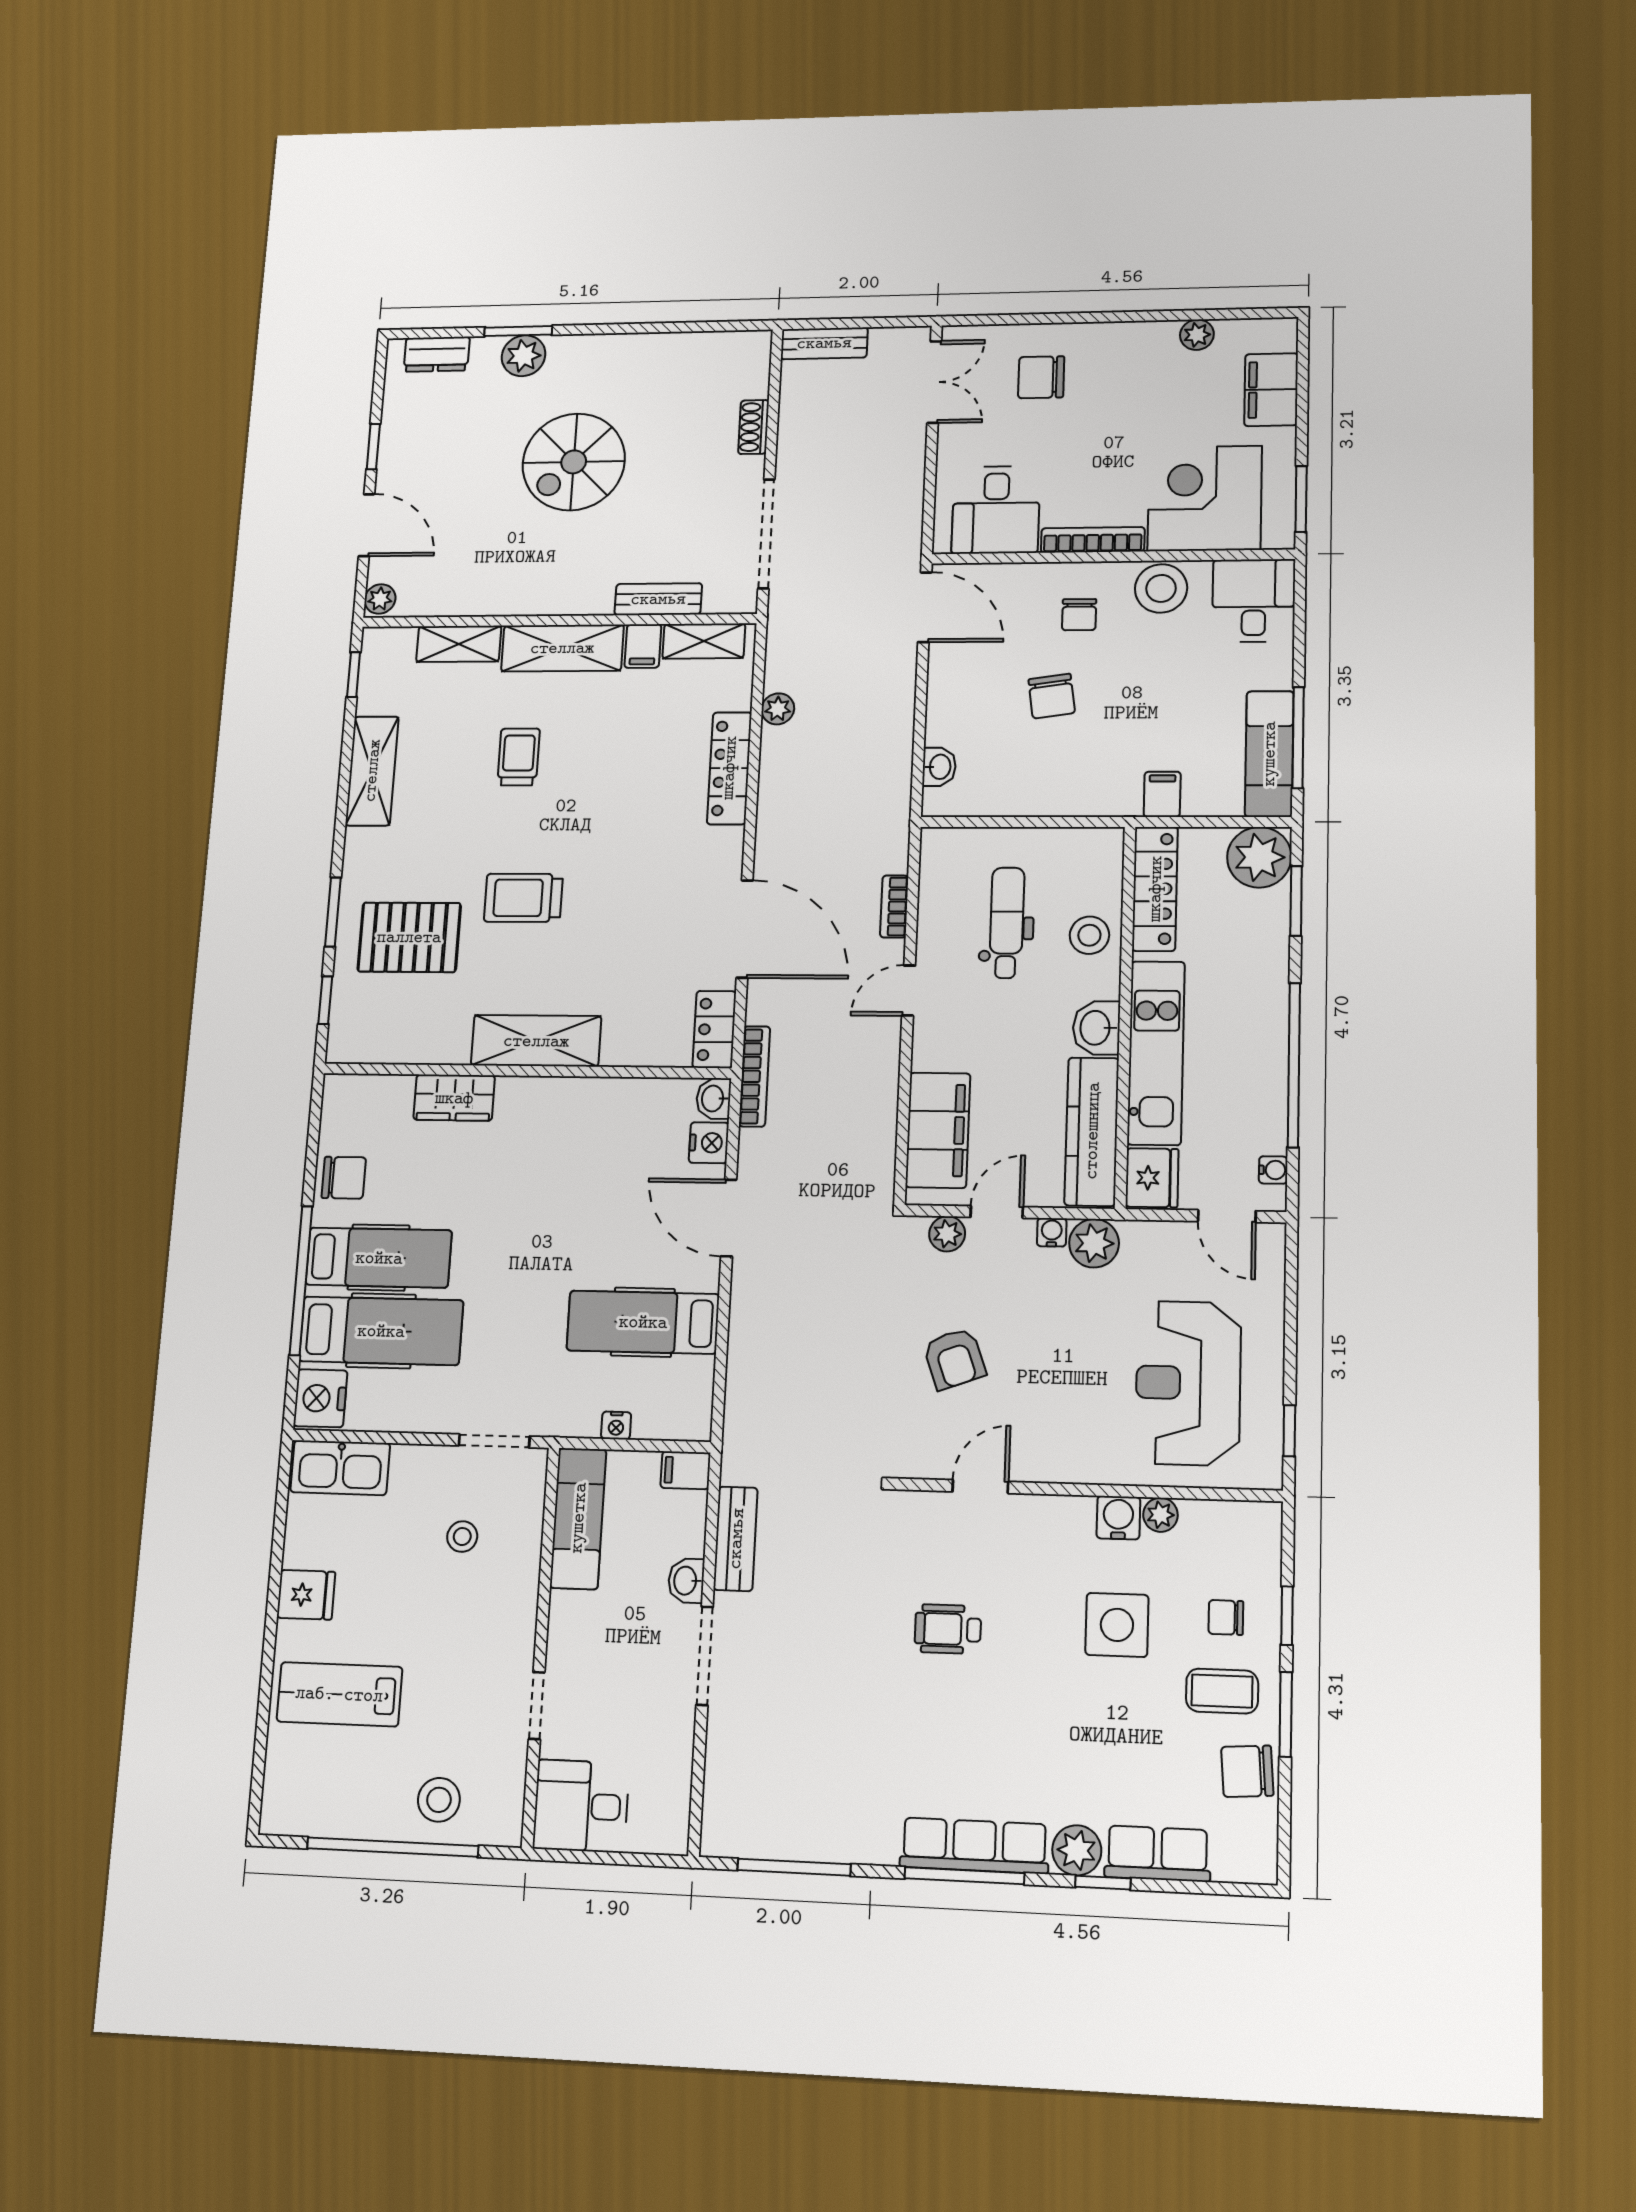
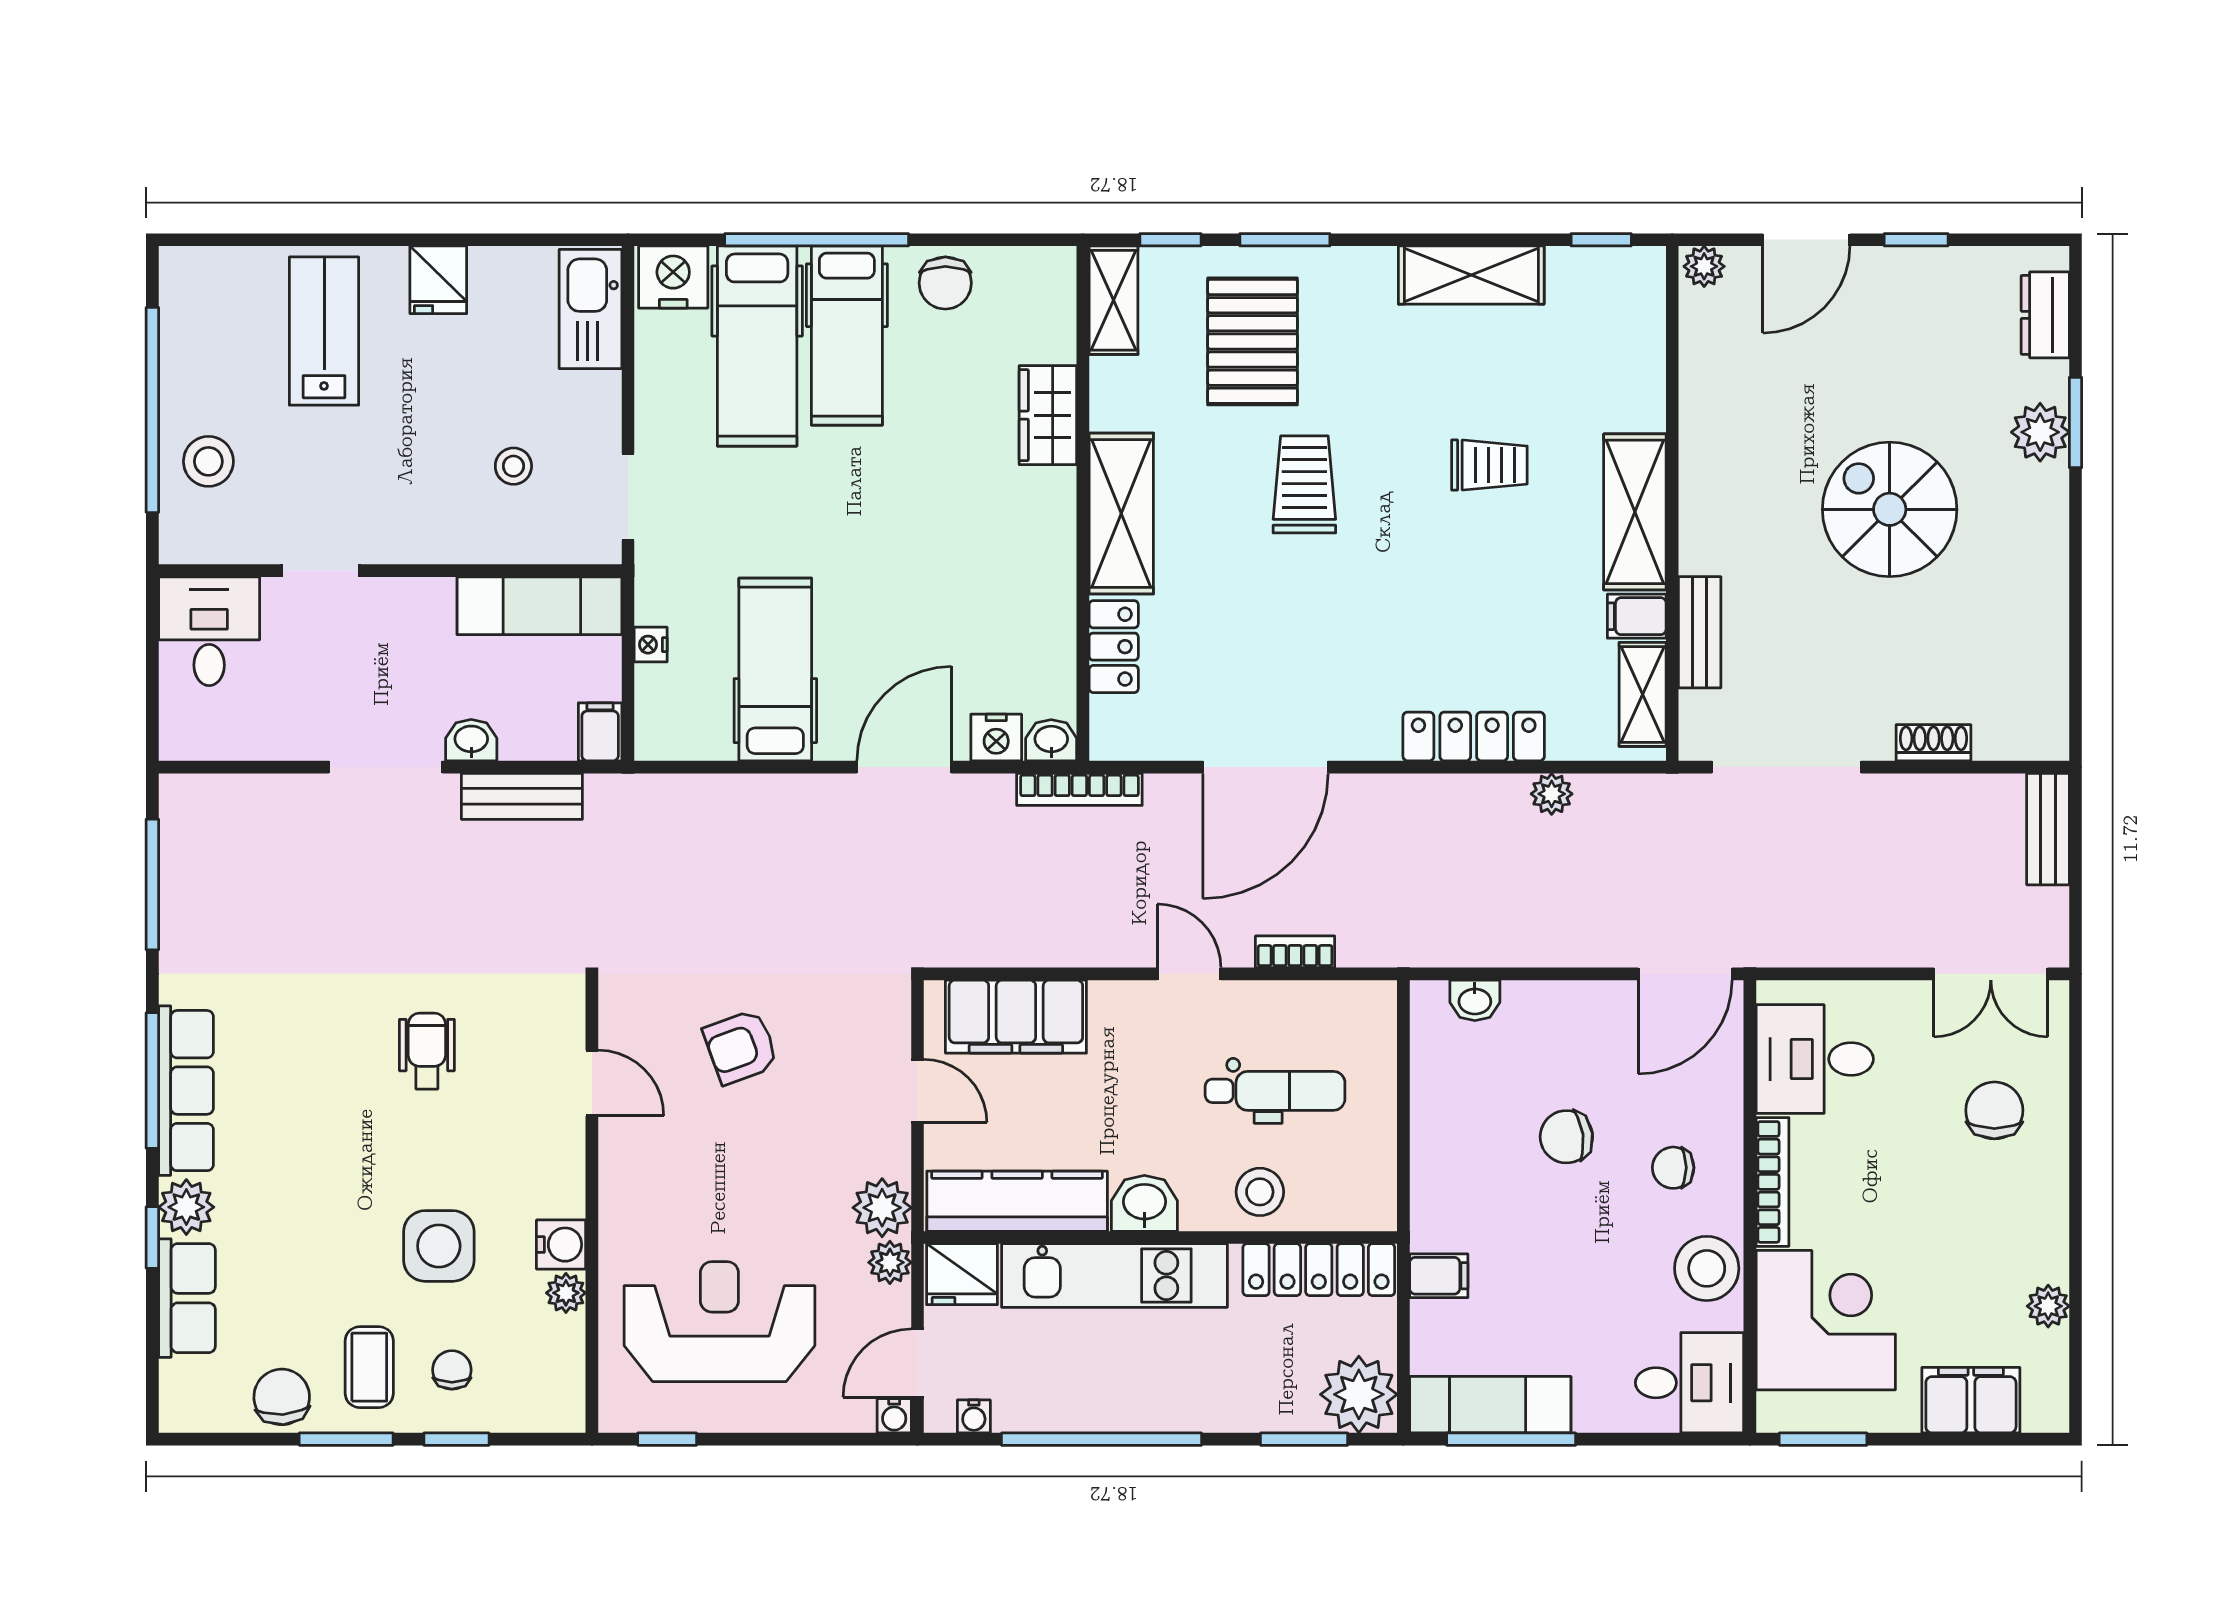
shelving: (459, 644) -> (1114, 300), moved
locker: (714, 1029) -> (1114, 647), moved, turned 90
water cooler: (1052, 1232) -> (894, 1416), moved, turned 90
plant: (947, 1234) -> (890, 1262), moved

